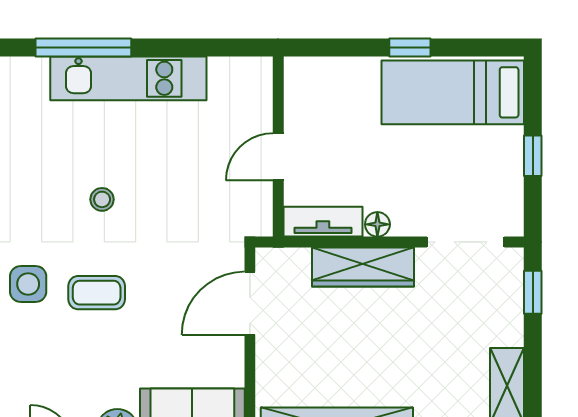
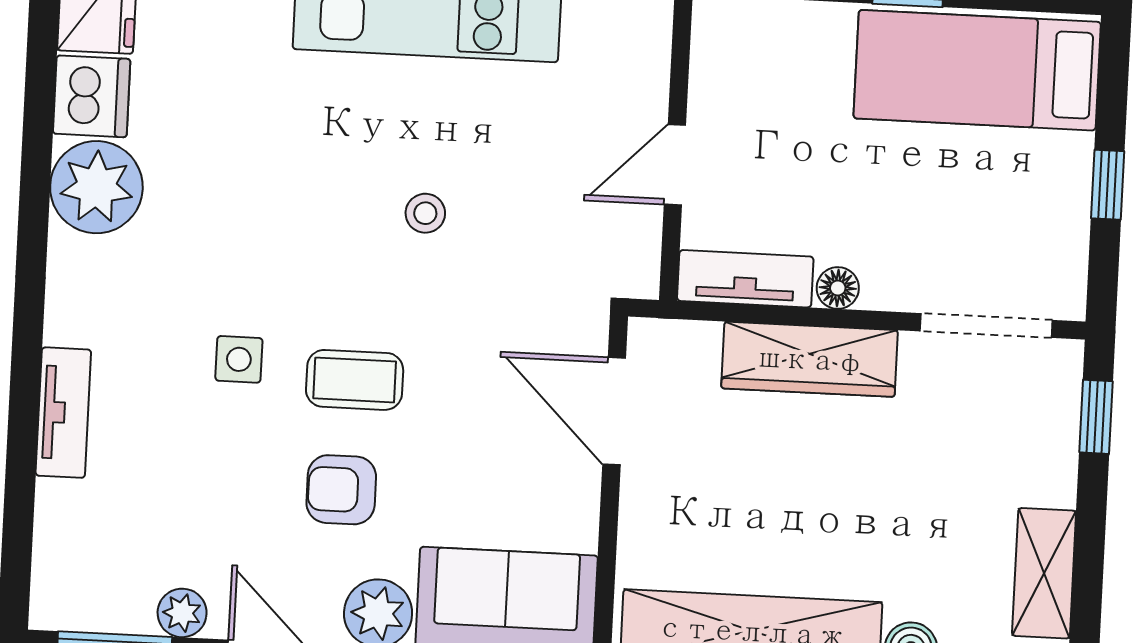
stool: (102, 199) -> (425, 213), moved
side table: (28, 284) -> (239, 359), width x0.73, depth x0.73
door: (250, 303) -> (614, 411), hinge flipped
armchair: (92, 357) -> (341, 490), added

